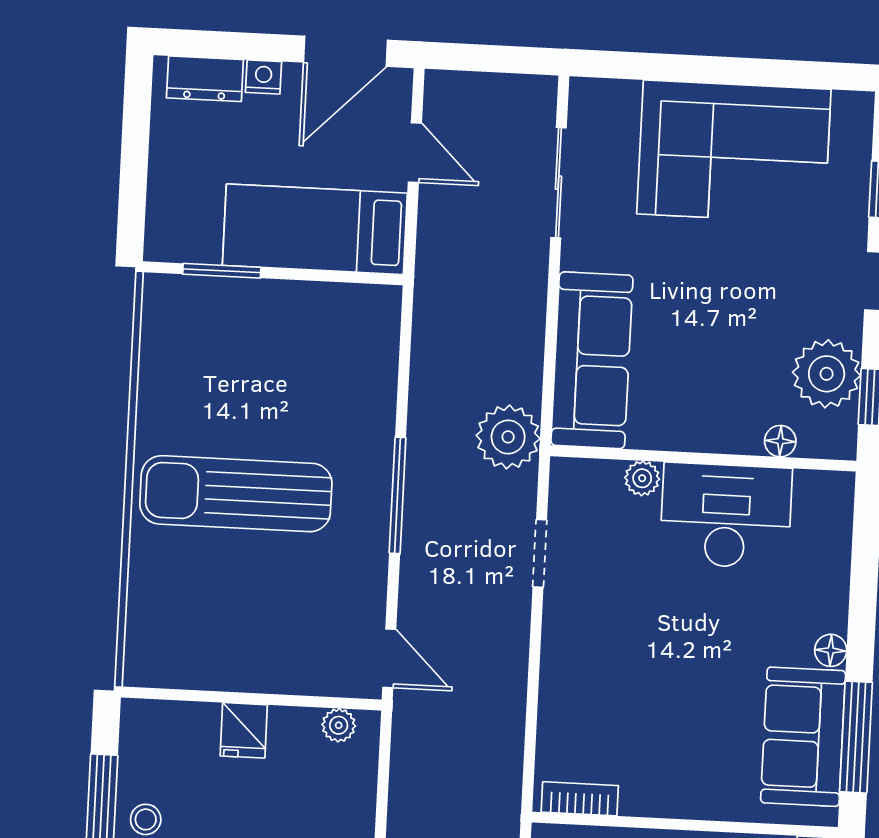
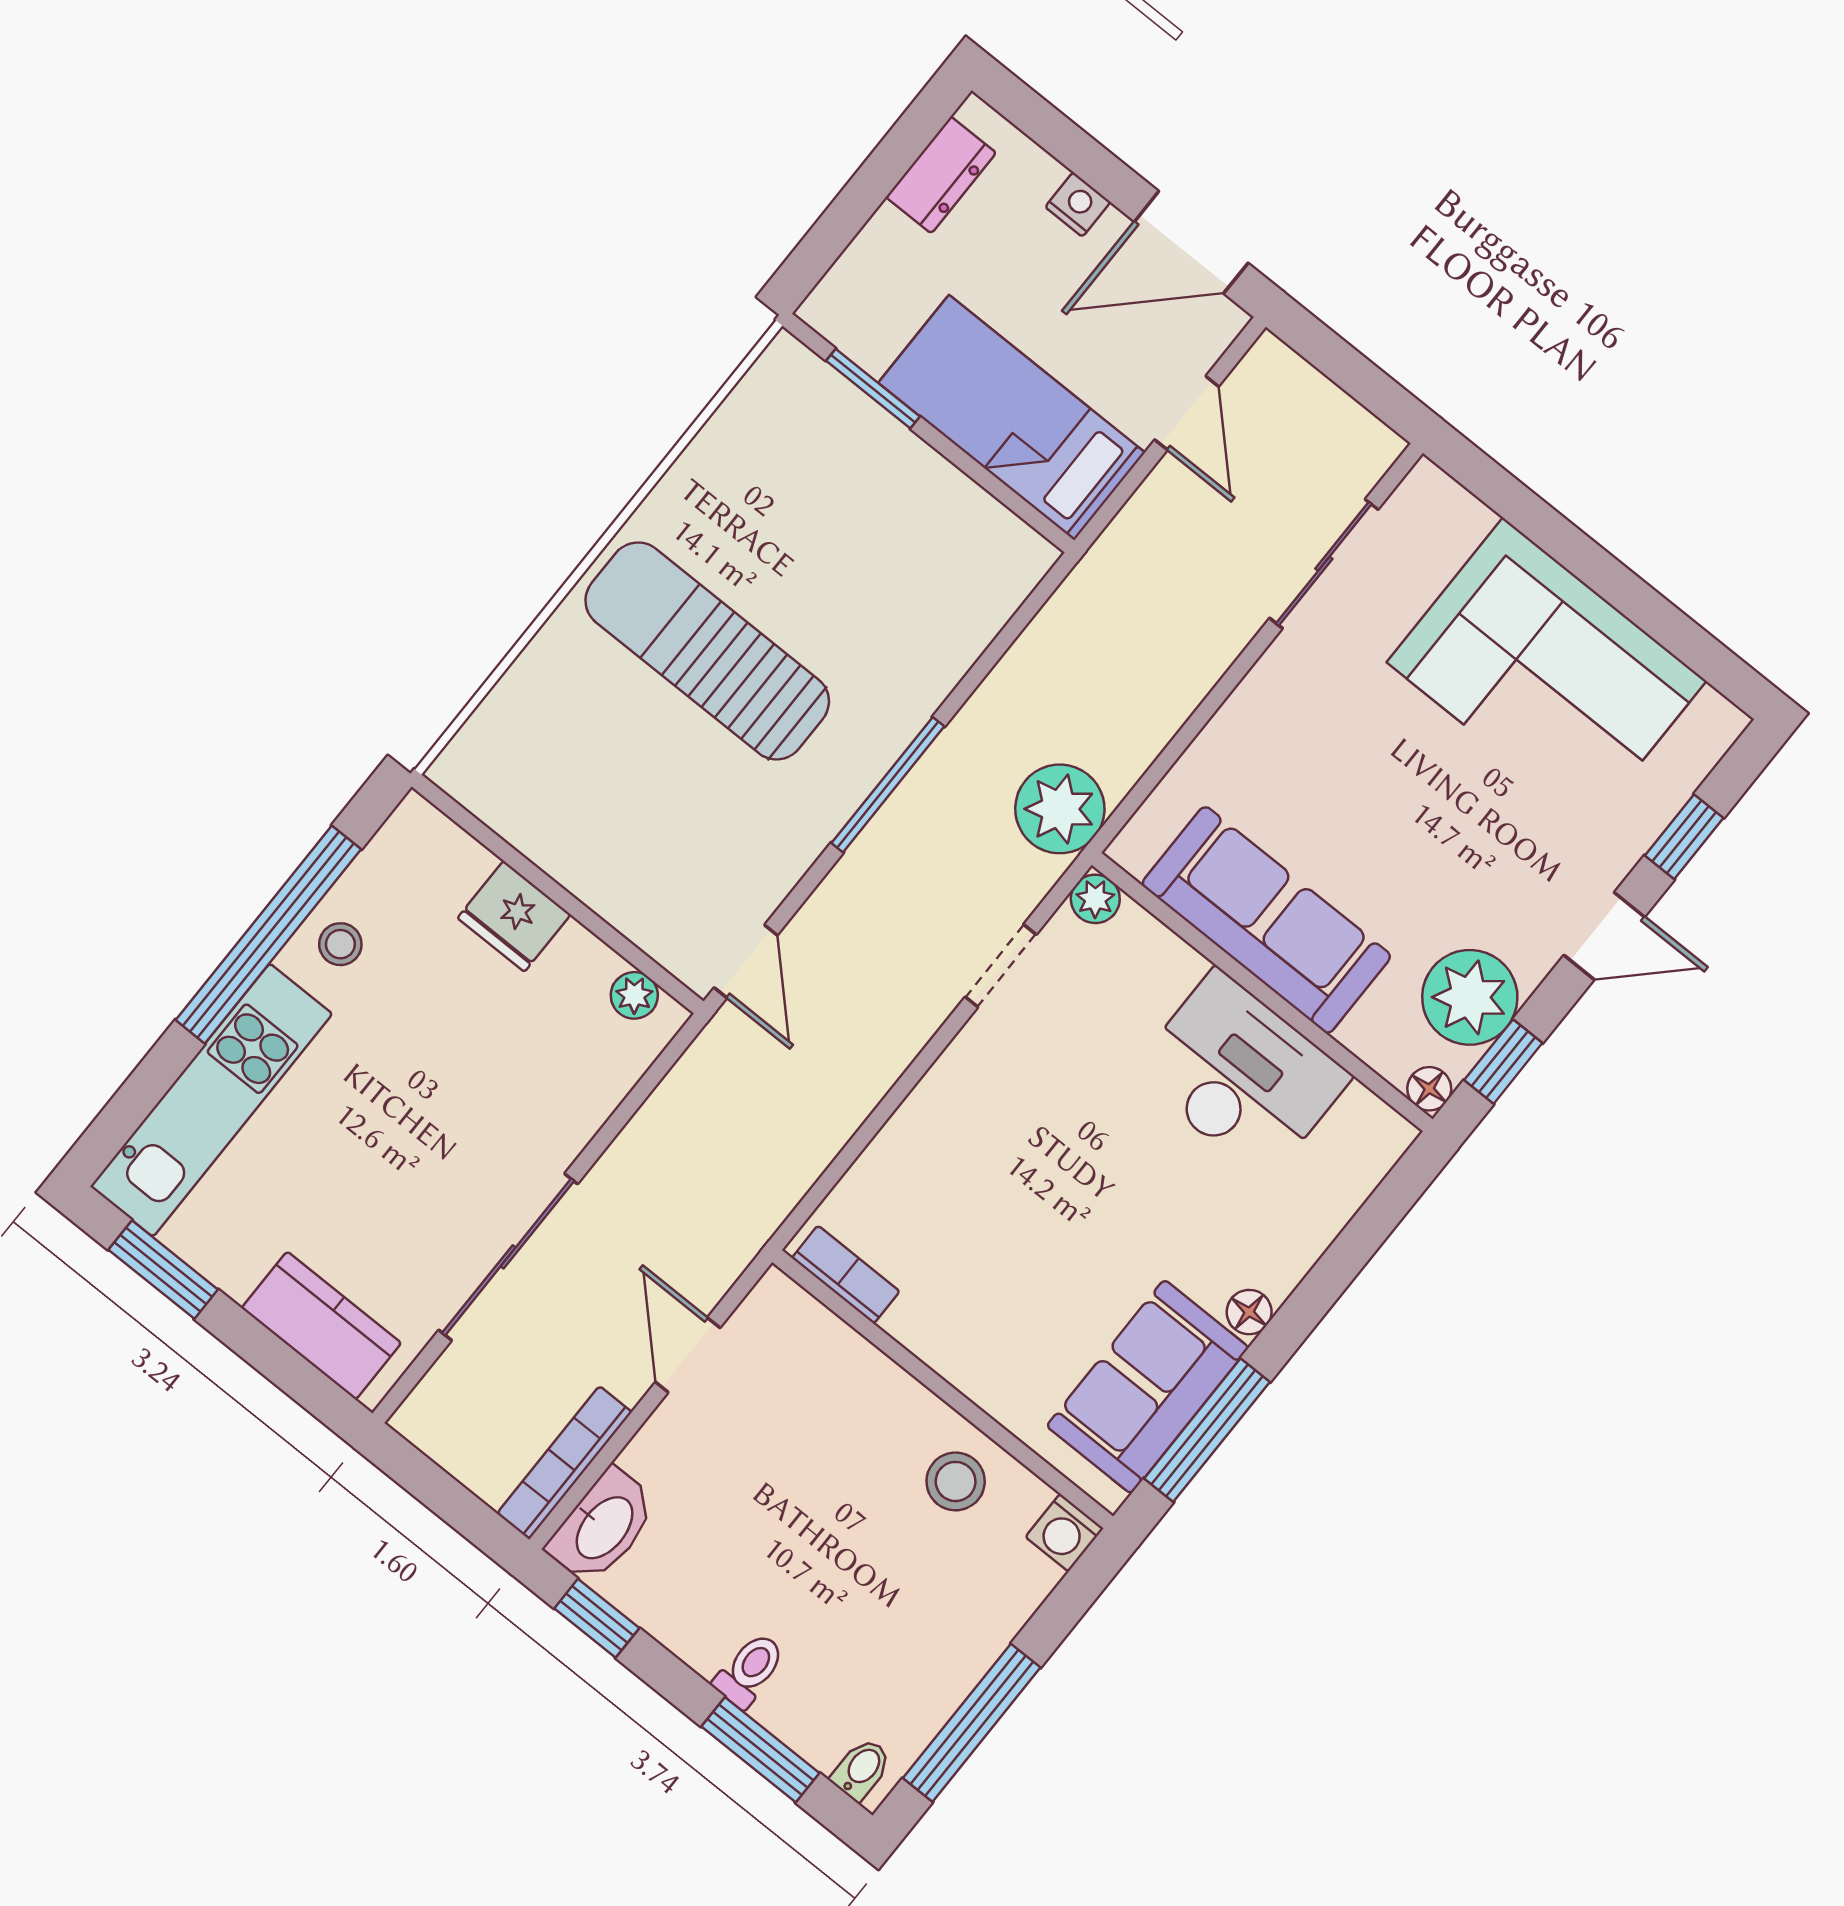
dresser: (205, 79) -> (941, 175), moved, turned -90
sofa: (592, 360) -> (1266, 920), moved, turned -90
floor lamp: (780, 441) -> (1429, 1089), moved
plant: (642, 478) -> (1095, 899), moved
fridge: (244, 730) -> (514, 916), width x1.38

